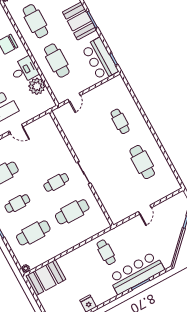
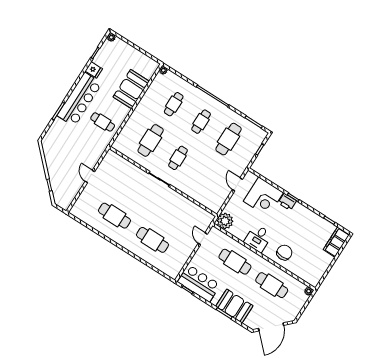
plant: (37, 86) -> (225, 221), moved
cafe table: (120, 121) -> (152, 240), width x1.37, depth x1.35
door: (16, 129) -> (237, 184), hinge flipped
cafe table: (33, 233) -> (174, 104), width x0.73, depth x0.74
bar counter: (136, 273) -> (80, 99), moved
booth: (46, 278) -> (131, 89), moved

